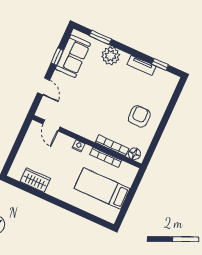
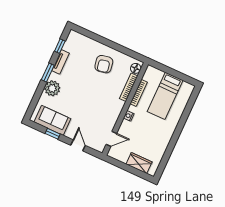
window: (100, 37) -> (48, 73), moved
door: (44, 86) -> (78, 145), hinge flipped
armchair: (139, 116) -> (104, 64), turned -101
wardrobe: (35, 180) -> (139, 163), moved, turned 90

